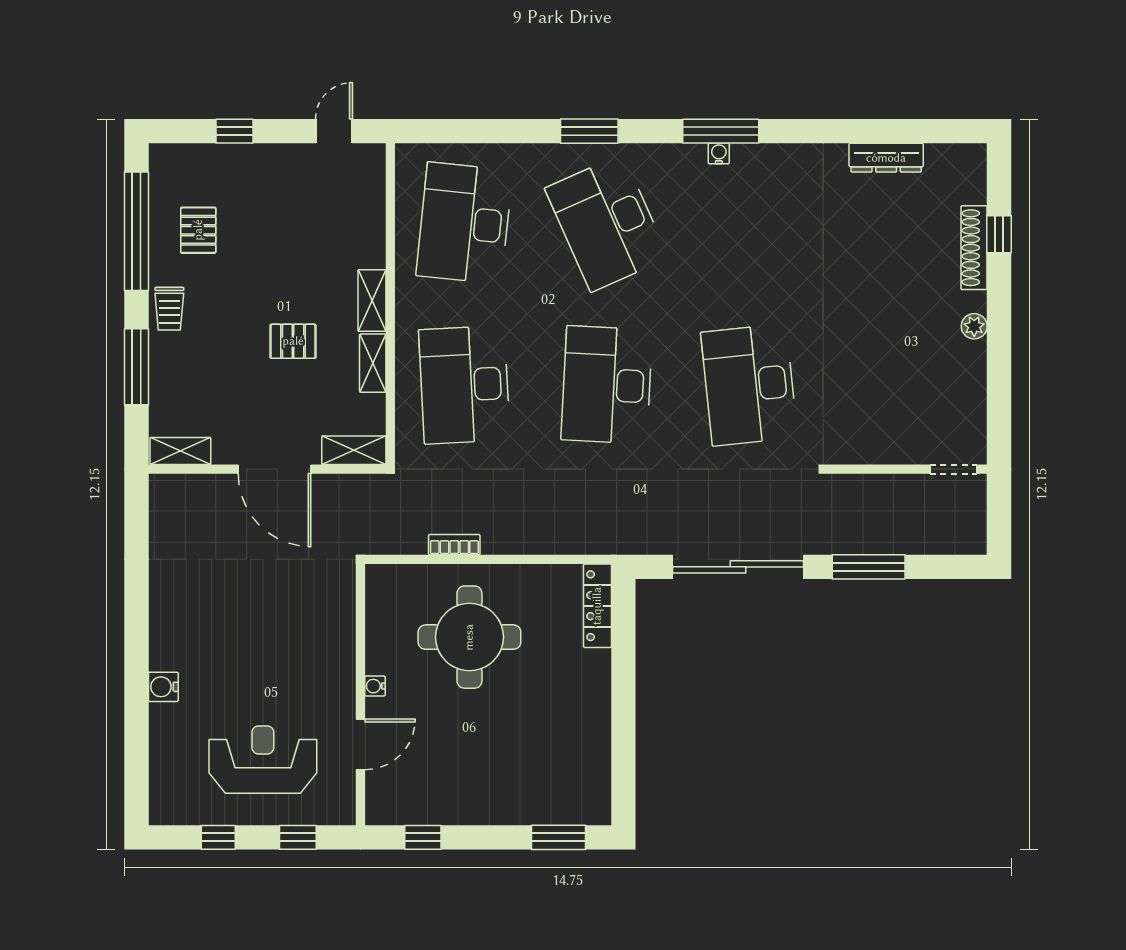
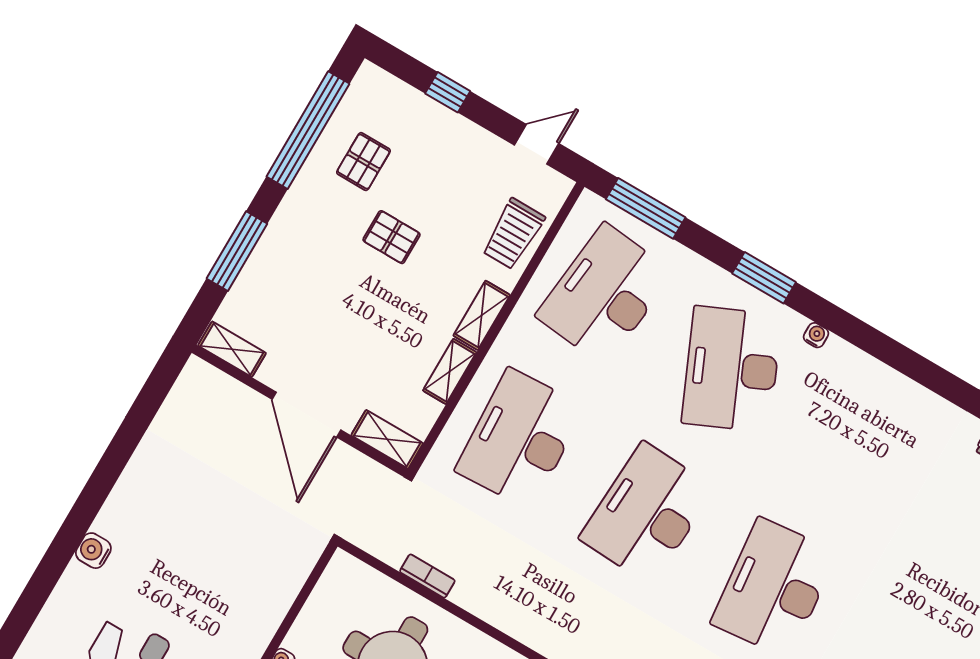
window: (721, 131) -> (646, 208), moved
water cooler: (719, 154) -> (816, 335), moved
trolley: (169, 309) -> (513, 234), moved, width x1.36, depth x1.39
pallet: (293, 341) -> (392, 237), moved

